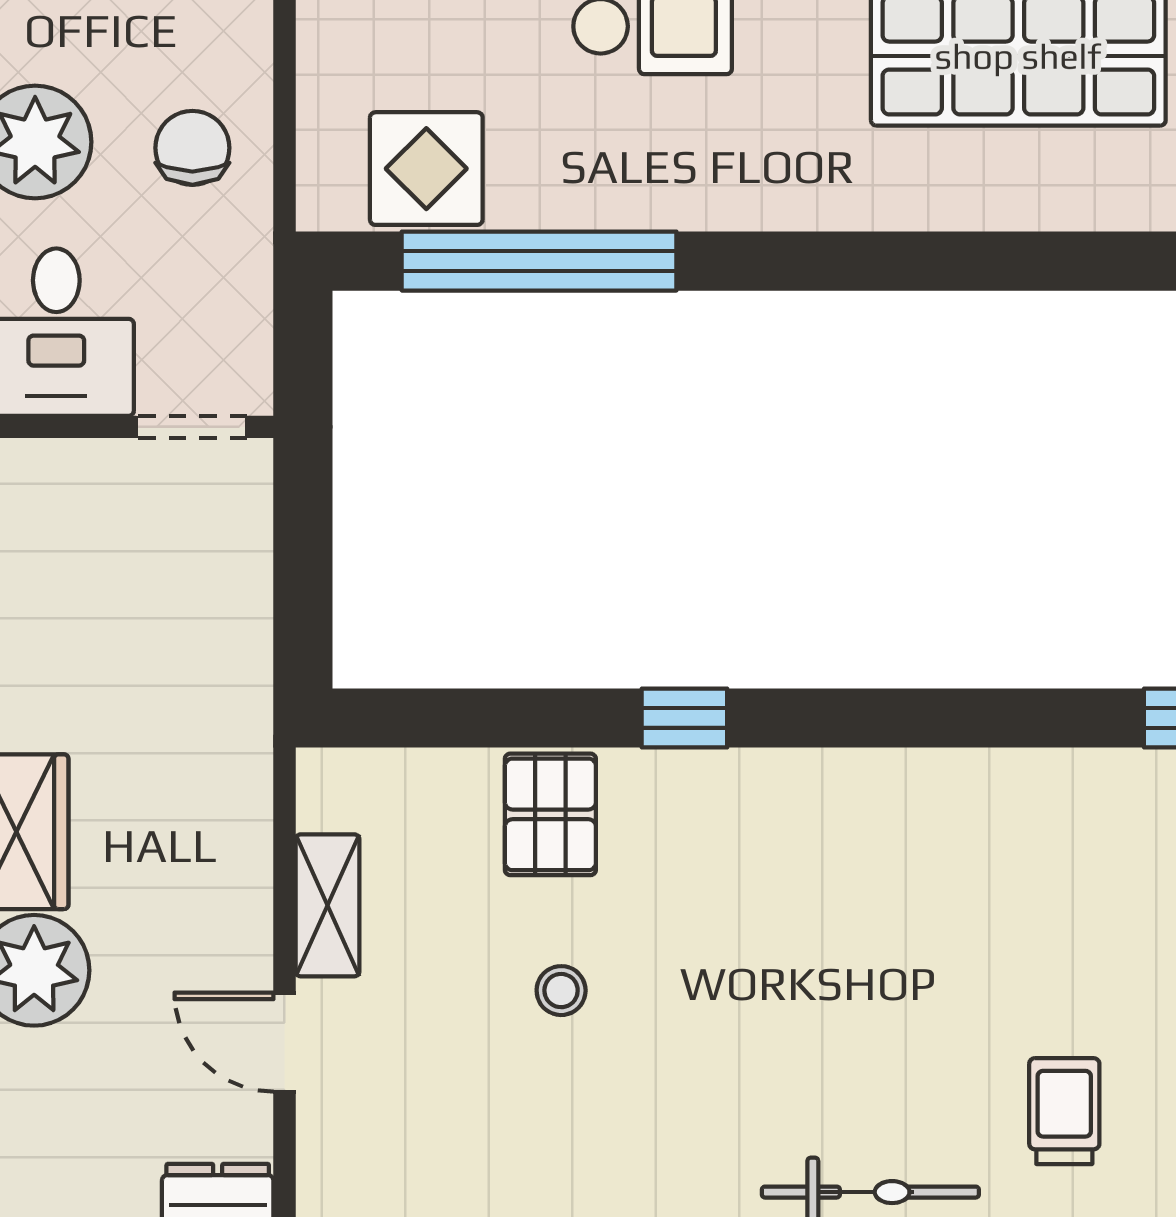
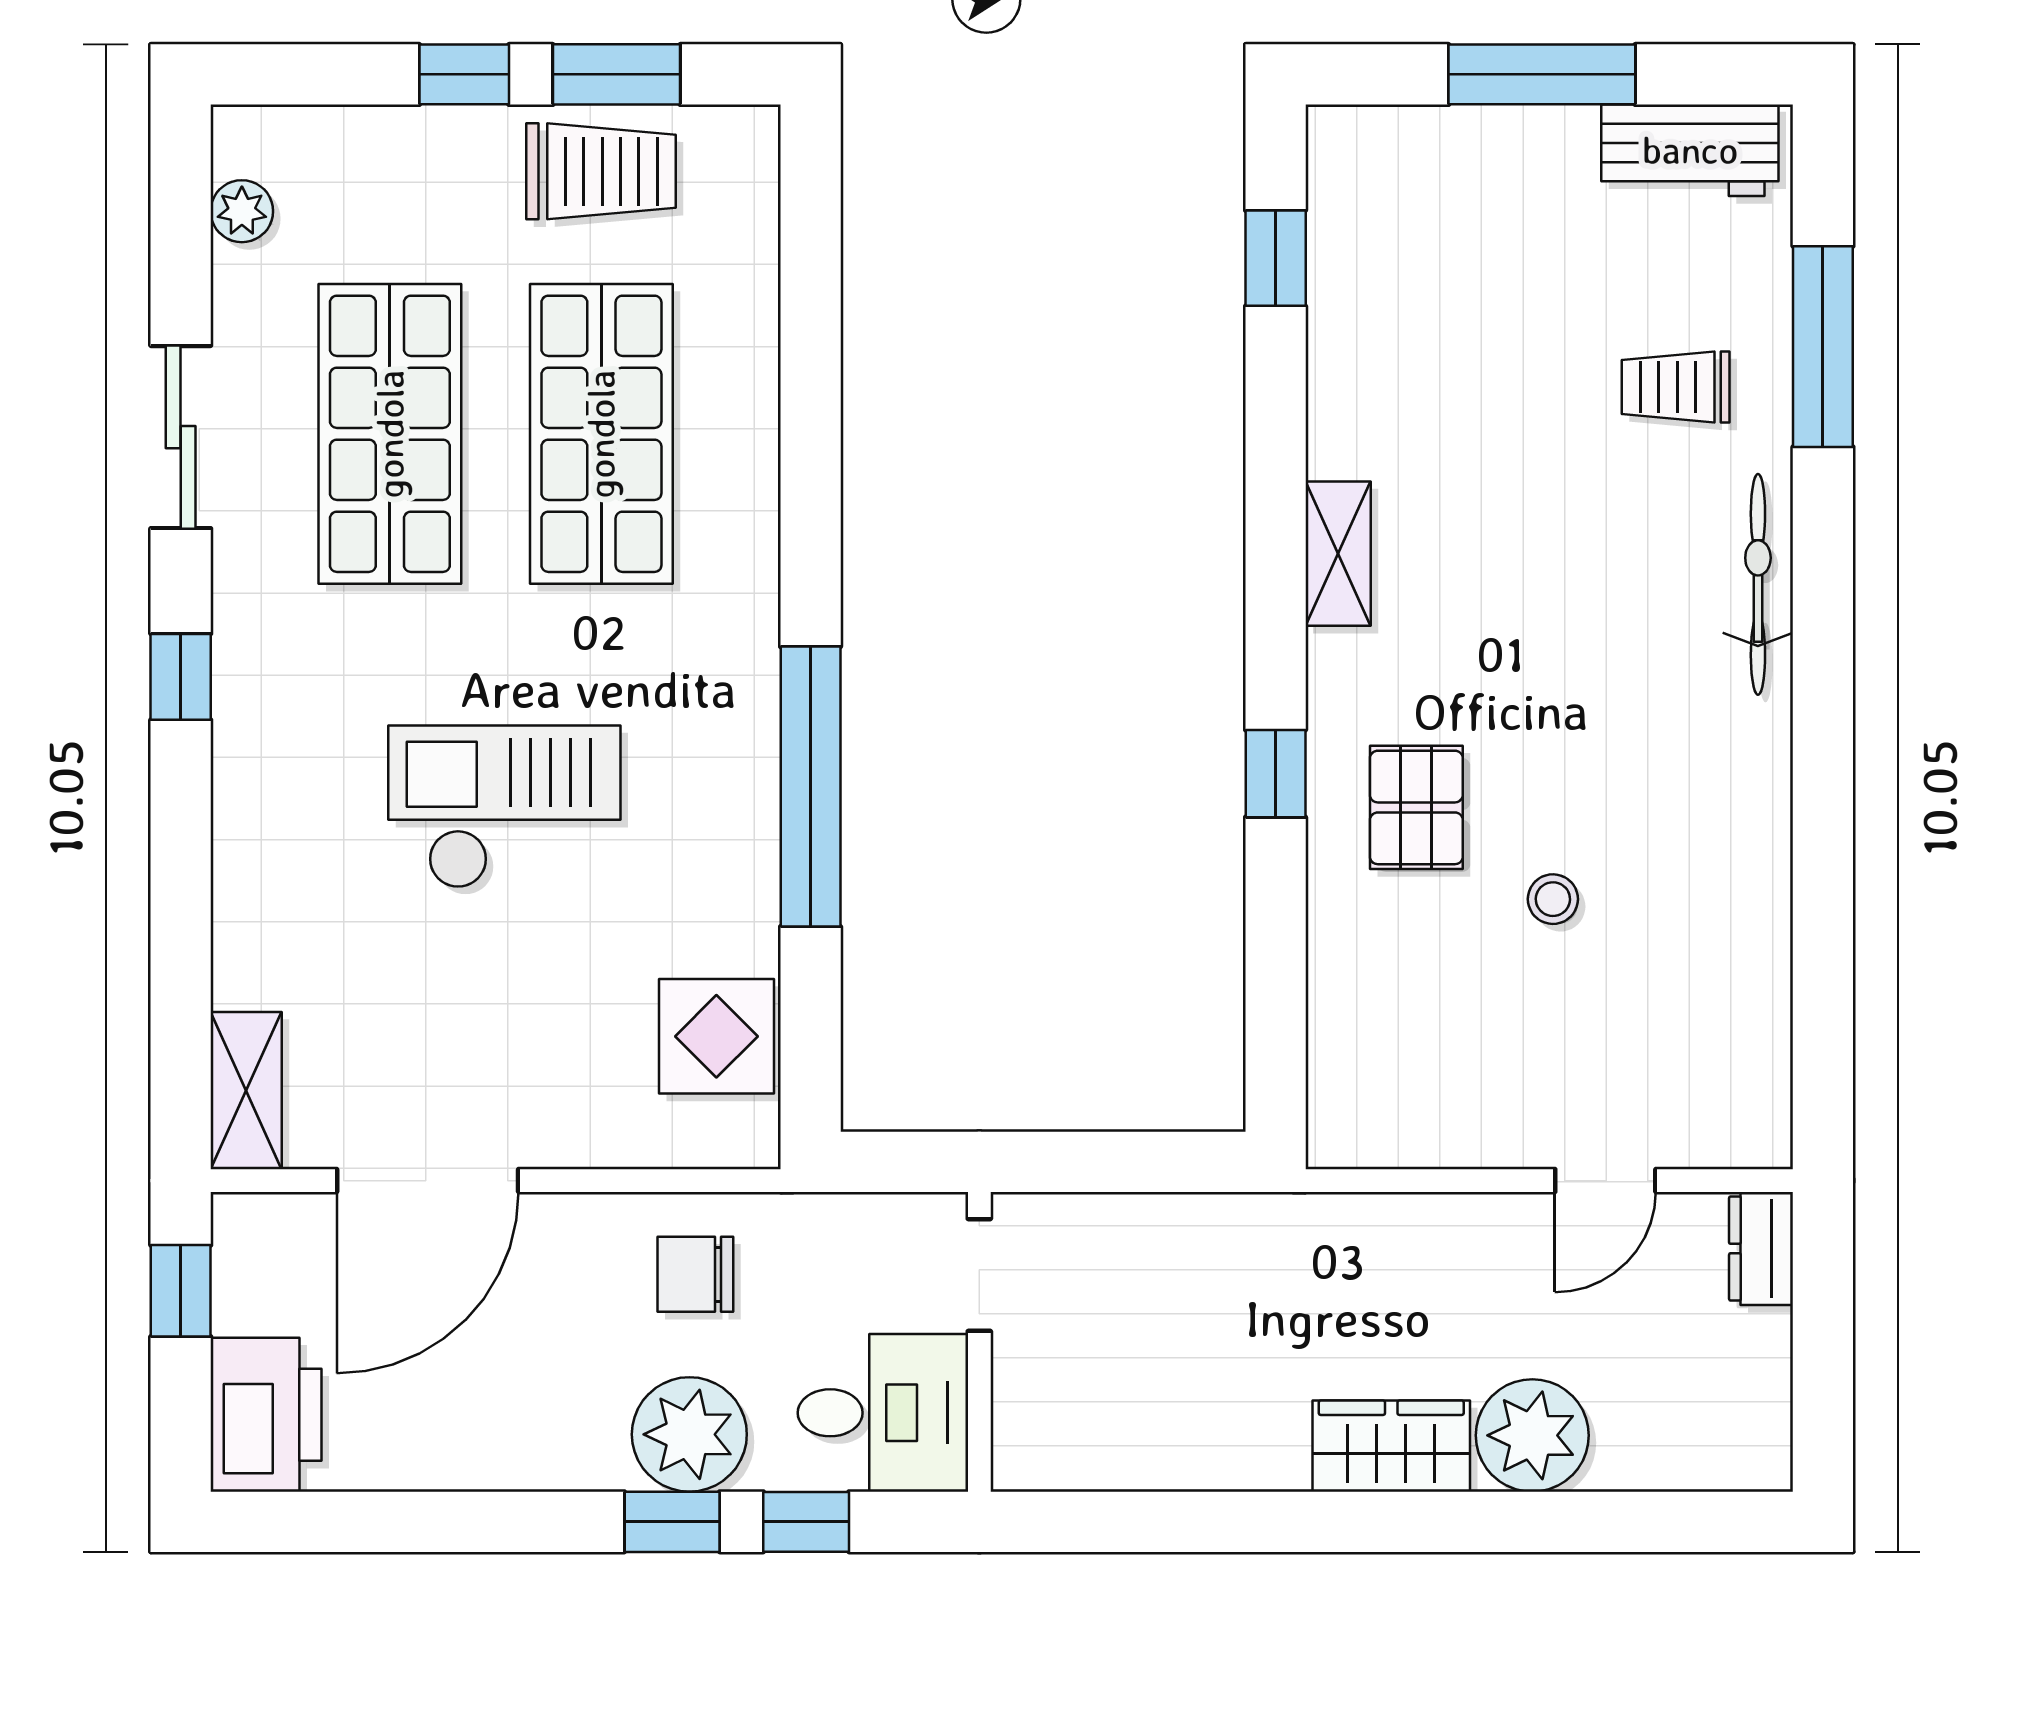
window: (539, 261) -> (811, 787), moved
pallet: (550, 814) -> (1416, 807), moved, turned 90
shelving: (328, 905) -> (1338, 554), moved, turned 90

